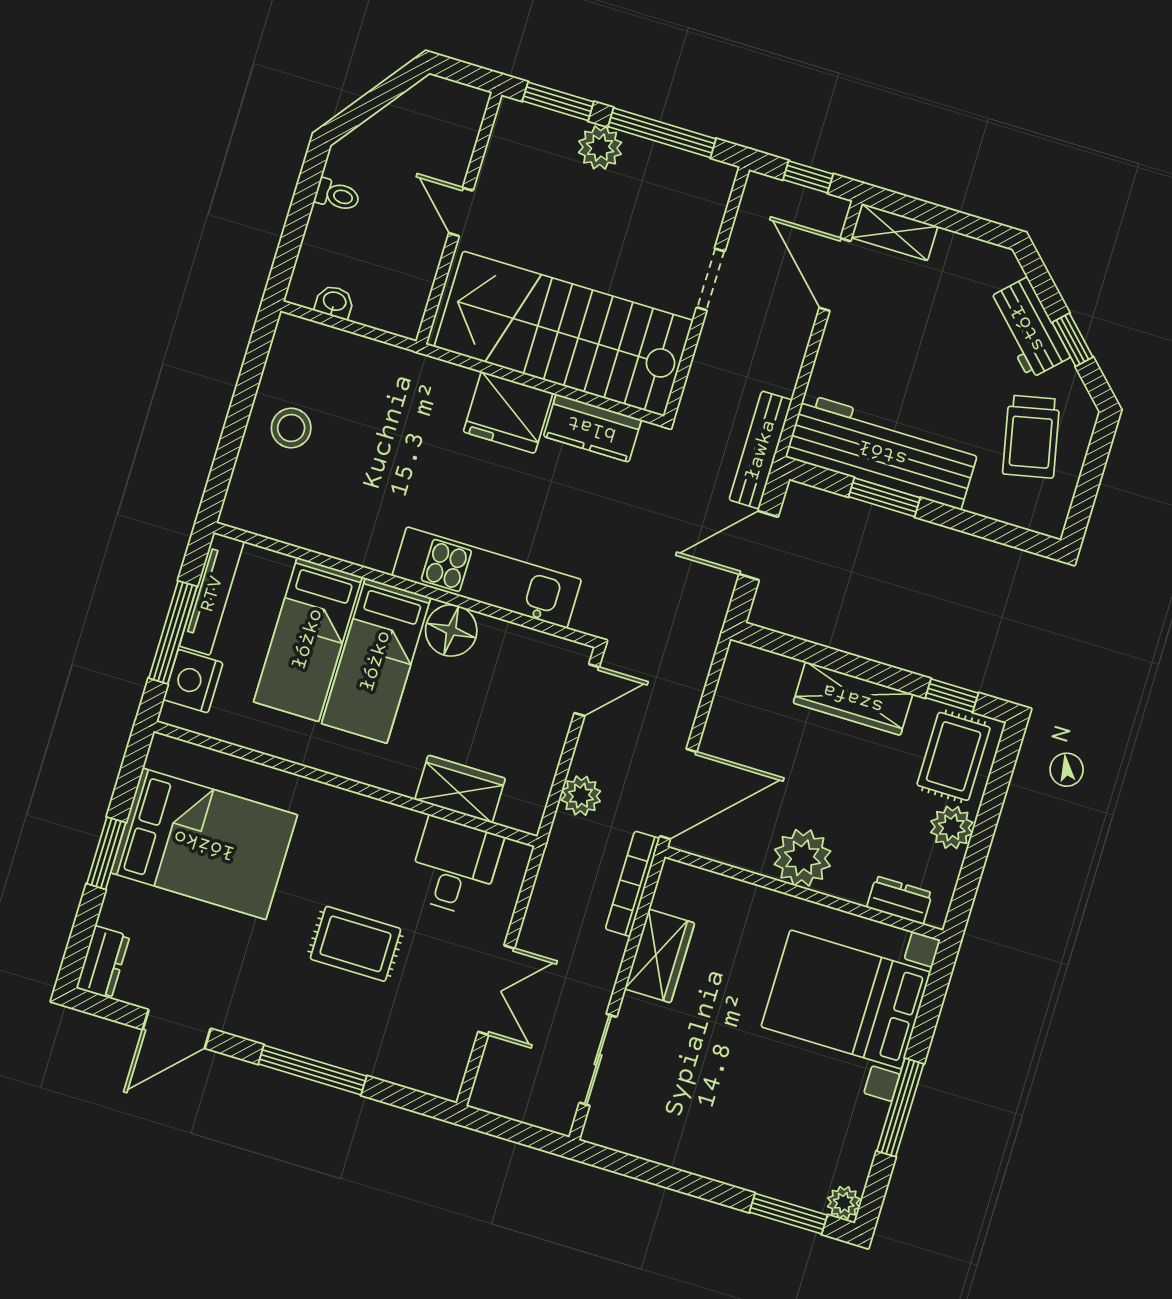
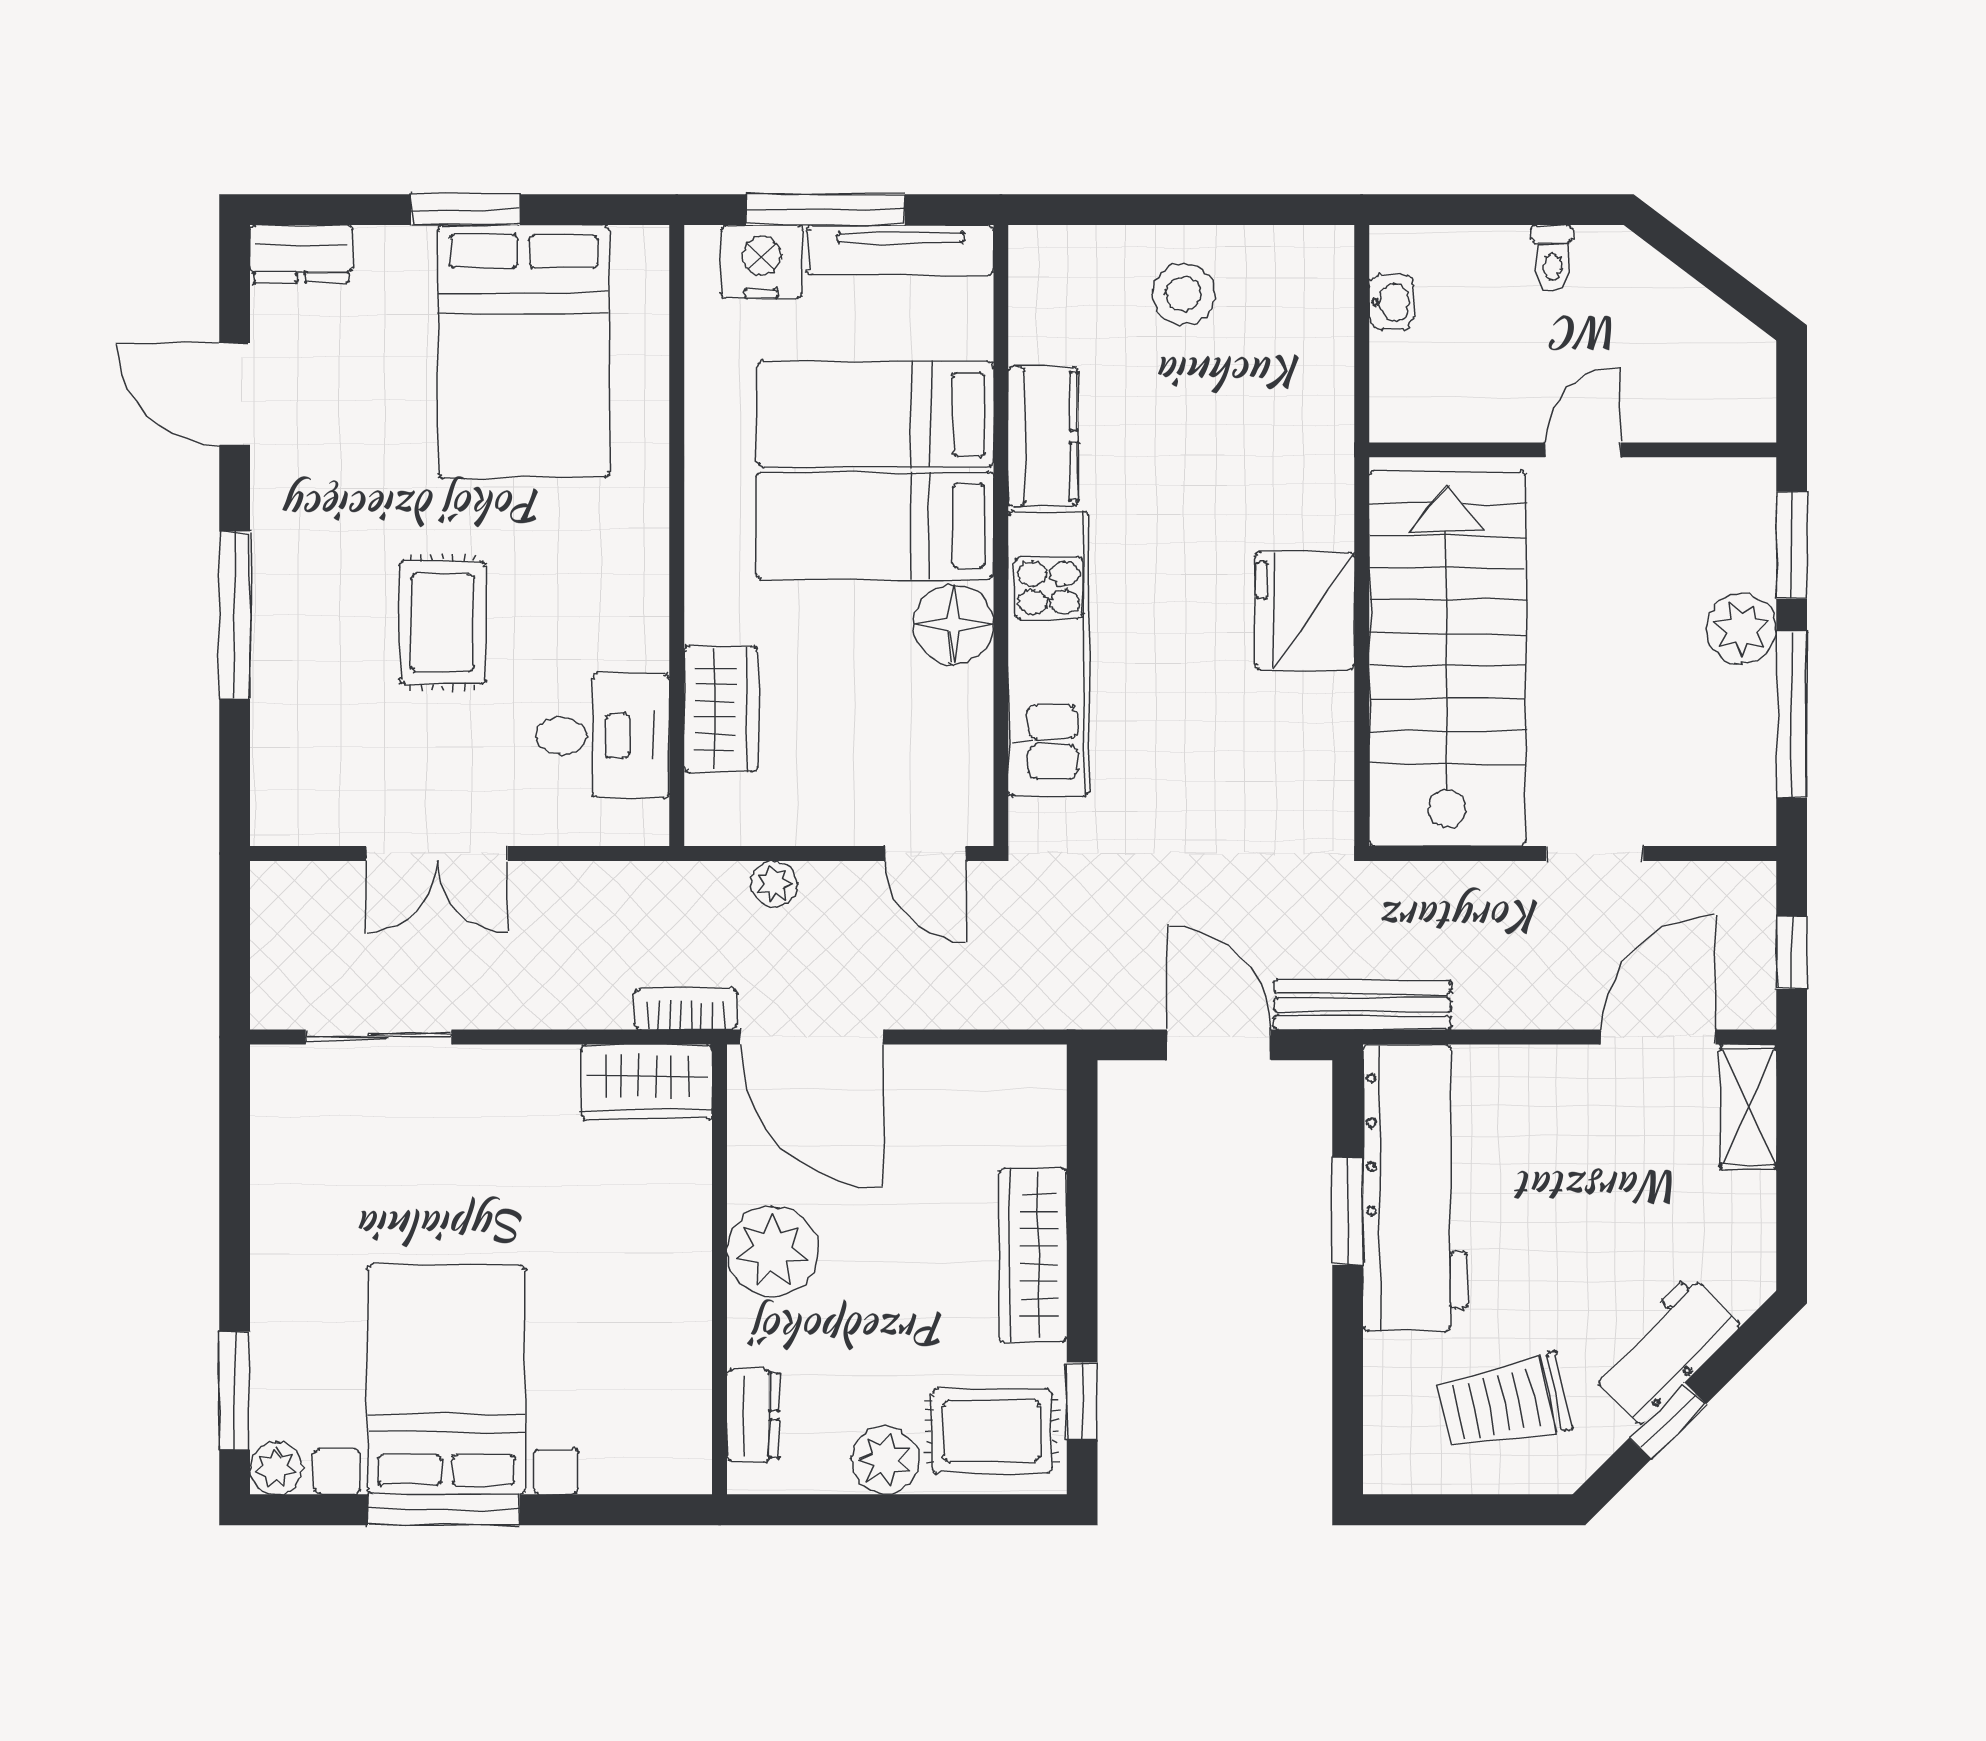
kitchen counter: (592, 428) -> (1043, 436), moved, turned 180
plant: (581, 796) -> (774, 884), width x0.73, depth x0.73
bookcase: (633, 884) -> (686, 1009), width x0.64
wardrobe: (660, 956) -> (647, 1082), moved
bed with nightstands: (846, 999) -> (447, 1380), moved

